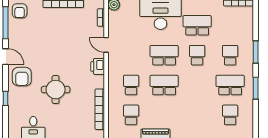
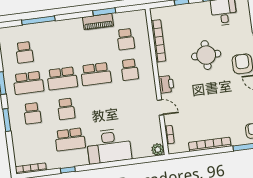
school desk: (164, 55) -> (62, 78), moved

